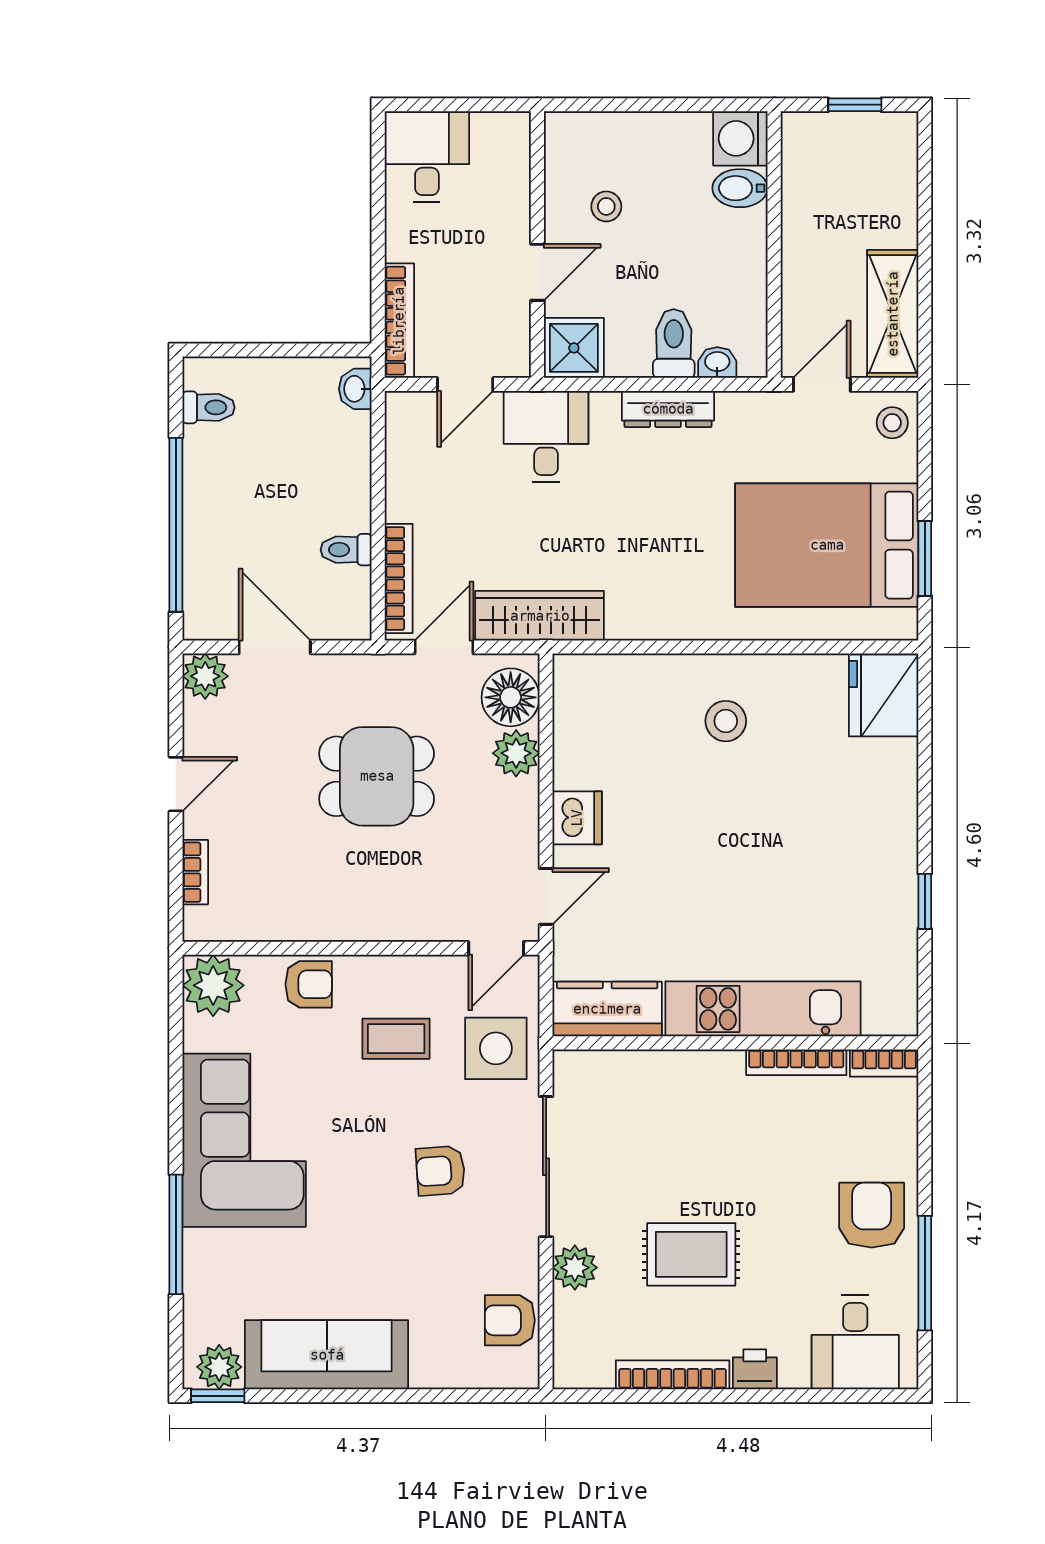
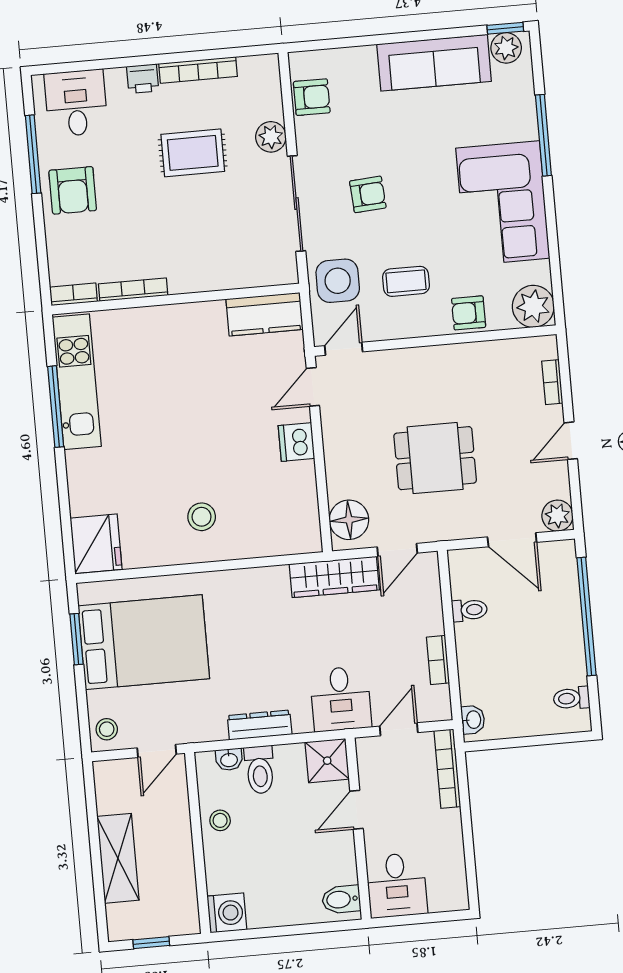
desk: (427, 157) -> (397, 885), moved
bidet: (740, 188) -> (341, 899), moved, turned 180
stool: (606, 206) -> (220, 820), moved
shelving: (893, 314) -> (118, 858), moved
bookcase: (399, 578) -> (438, 660), moved, width x0.64
plant: (516, 753) -> (342, 482), removed
window: (925, 901) -> (56, 407), width x2.17
kitchen unit: (763, 1009) -> (77, 382), moved, turned -90

